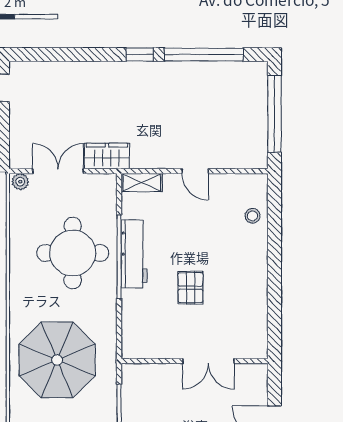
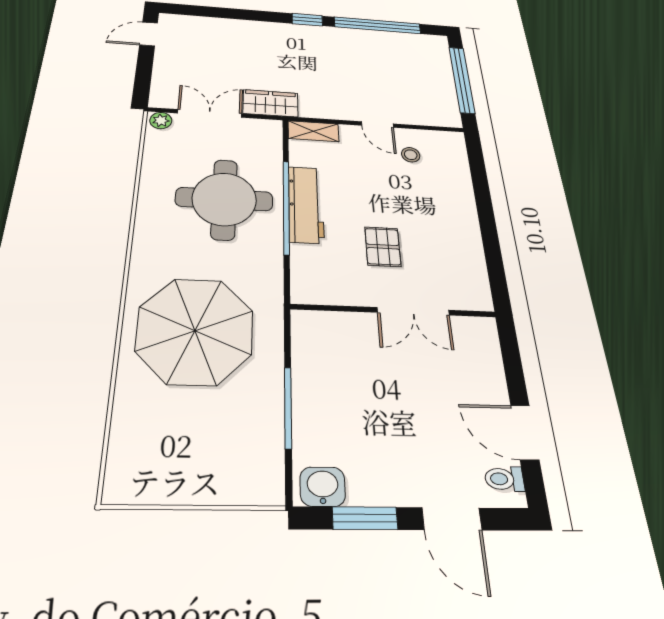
stool: (252, 216) -> (411, 155), moved
wall: (195, 361) -> (394, 311), moved
double door: (208, 361) -> (413, 311), moved

